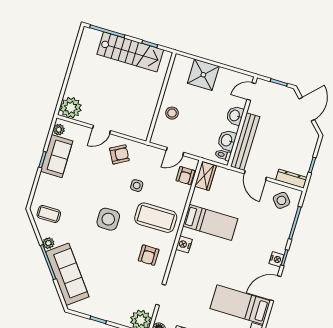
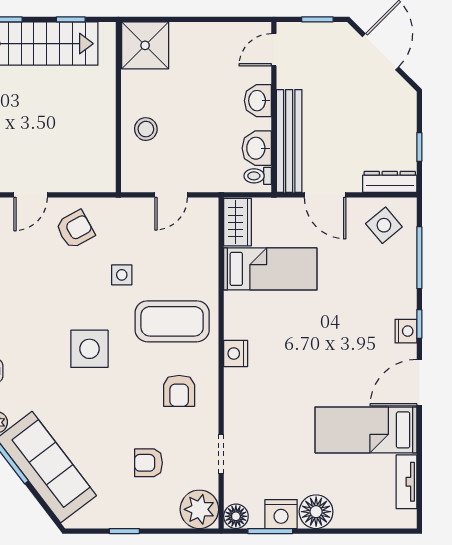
shower: (203, 75) -> (145, 45), moved
armchair: (185, 176) -> (148, 463), moved, turned 90
bed: (210, 222) -> (270, 269), moved

